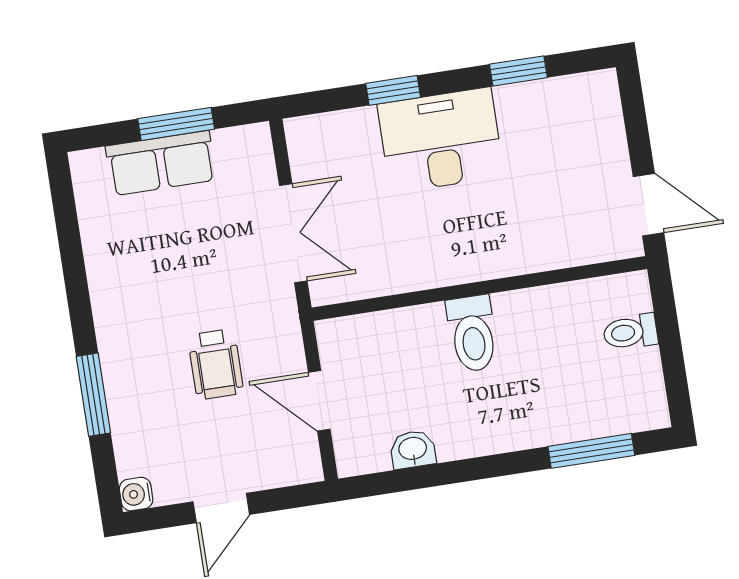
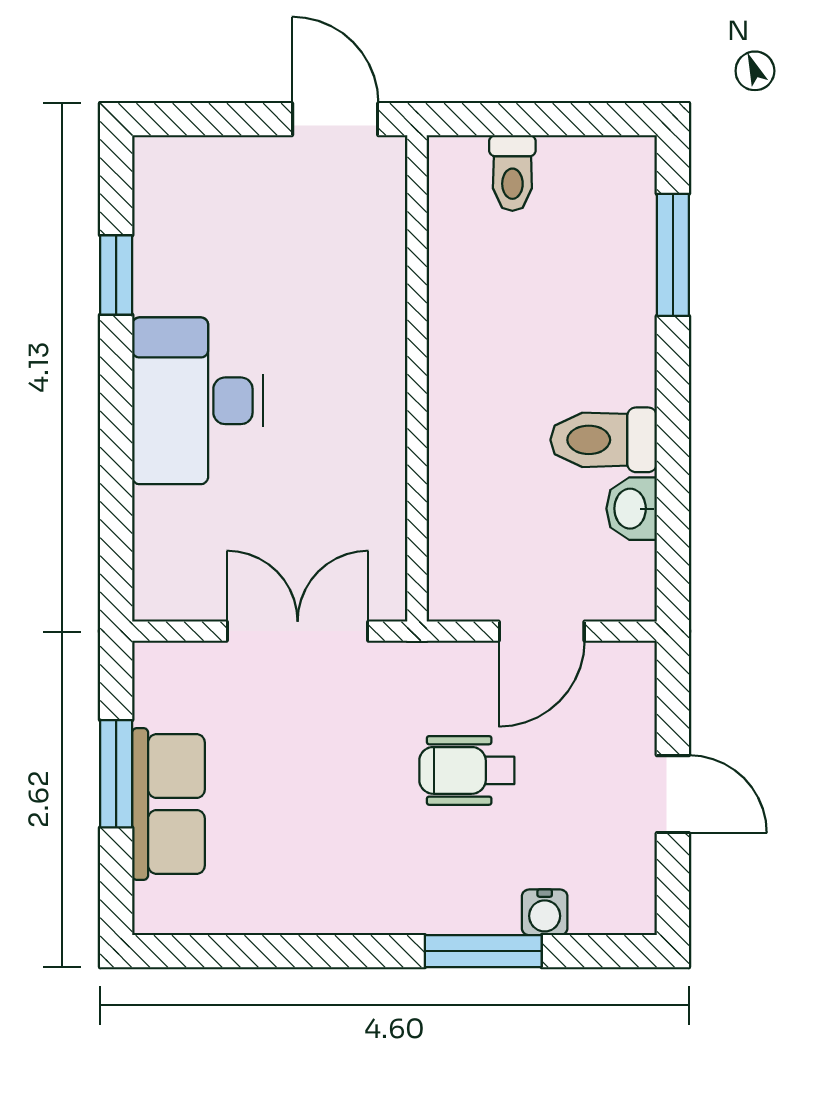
window: (393, 90) -> (116, 458), removed
door: (648, 205) -> (335, 119), hinge flipped
toilet: (472, 334) -> (604, 440), moved, turned 180
wheelchair: (216, 364) -> (467, 770), turned 180
water cooler: (136, 494) -> (545, 912), moved

